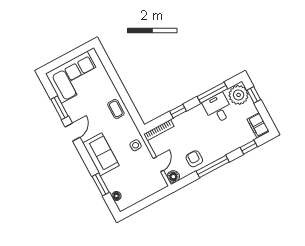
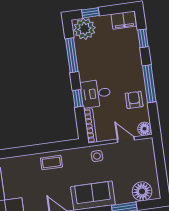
desk: (218, 108) -> (96, 93), moved
armchair: (194, 159) -> (134, 100), turned 90
floor lamp: (116, 196) -> (142, 191), width x1.89, depth x1.89

